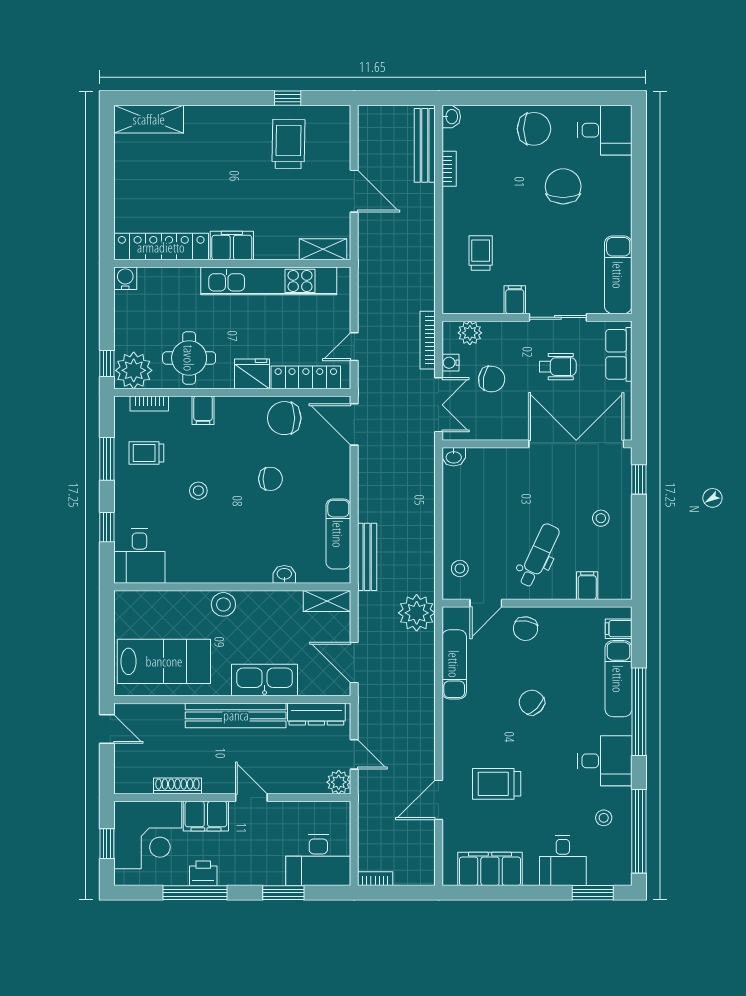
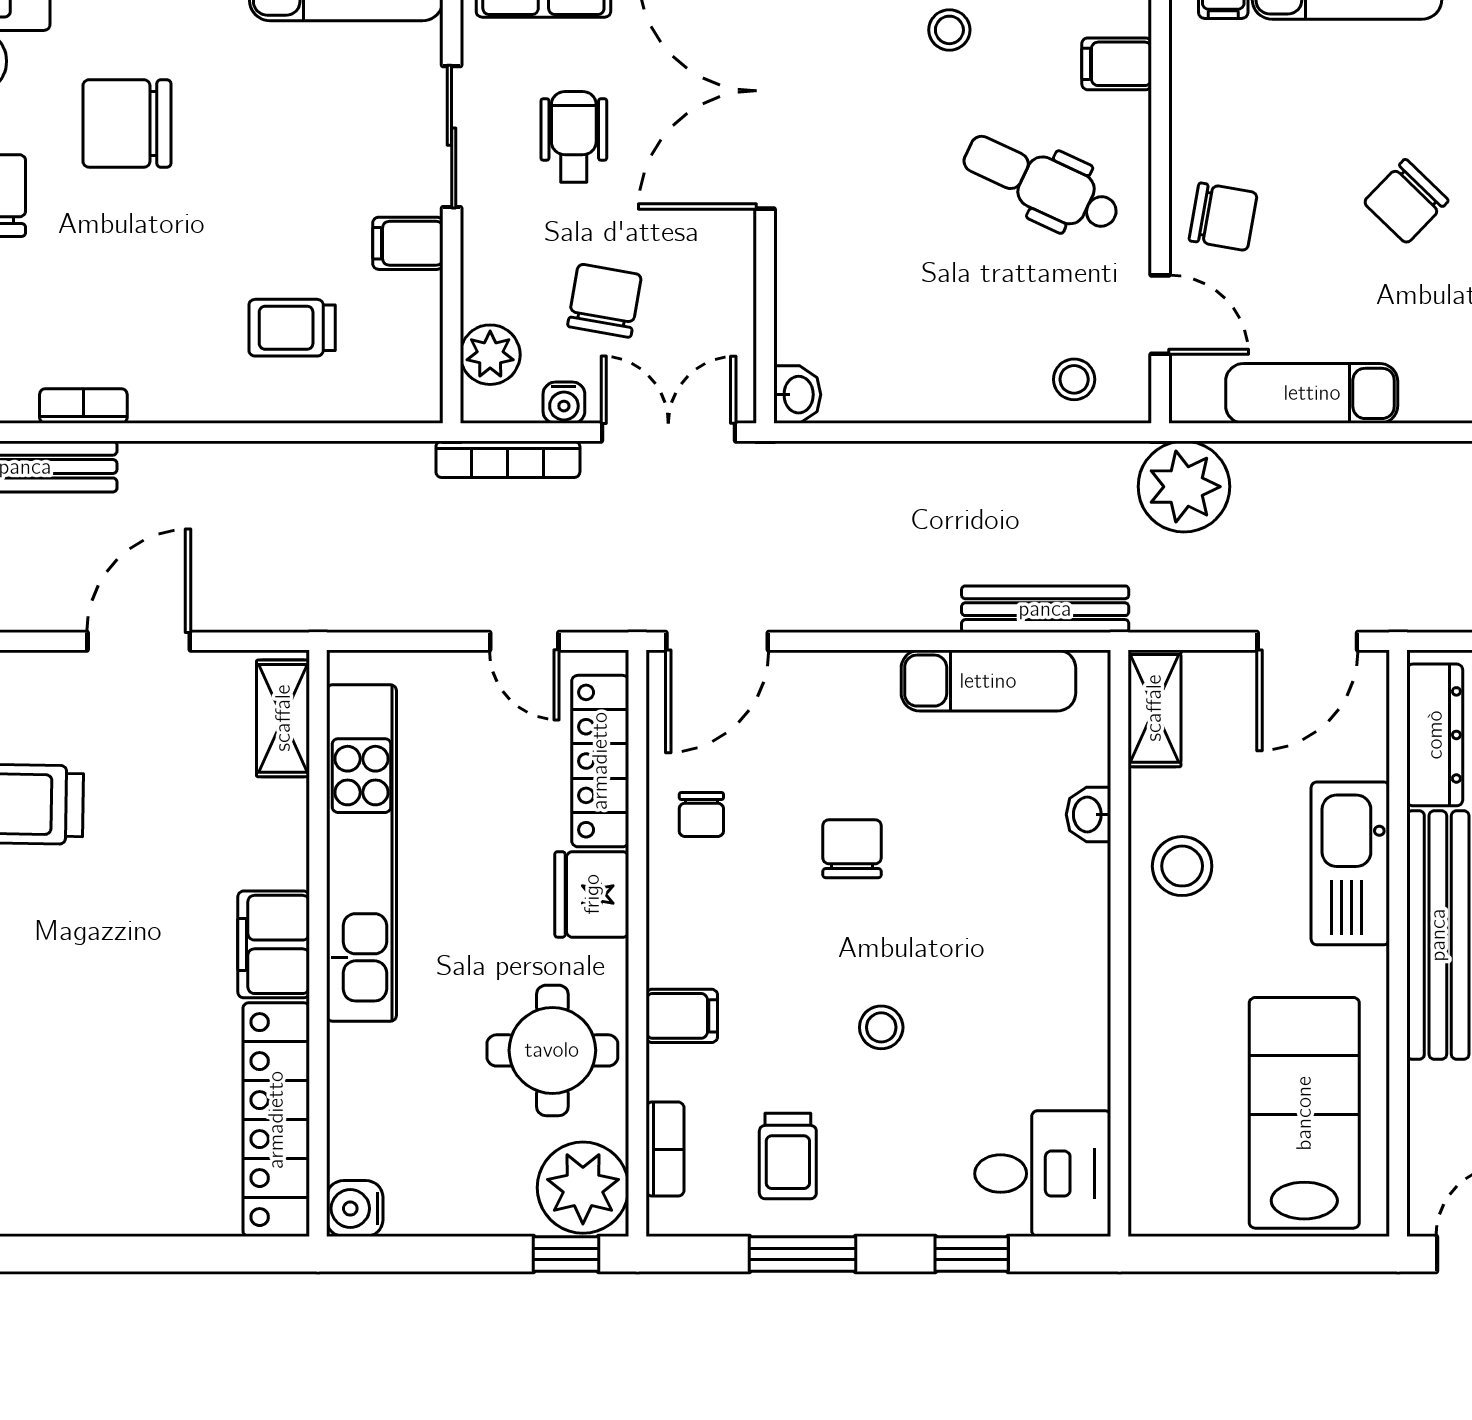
chair: (284, 418) -> (701, 815), width x0.54, depth x0.54
stool: (223, 604) -> (1182, 866), moved

